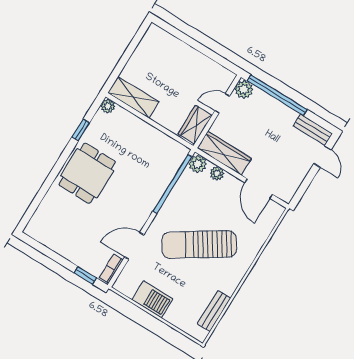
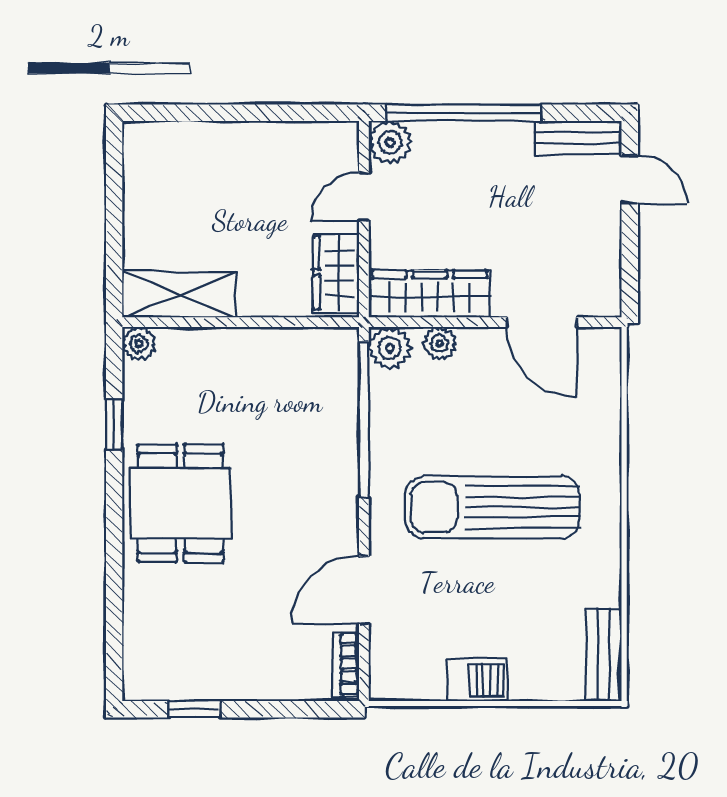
sun lounger: (199, 245) -> (492, 507), turned 33
window: (85, 275) -> (195, 709), moved
barbecue: (152, 299) -> (477, 680), width x0.73, depth x0.79
bench: (214, 311) -> (604, 655), moved

